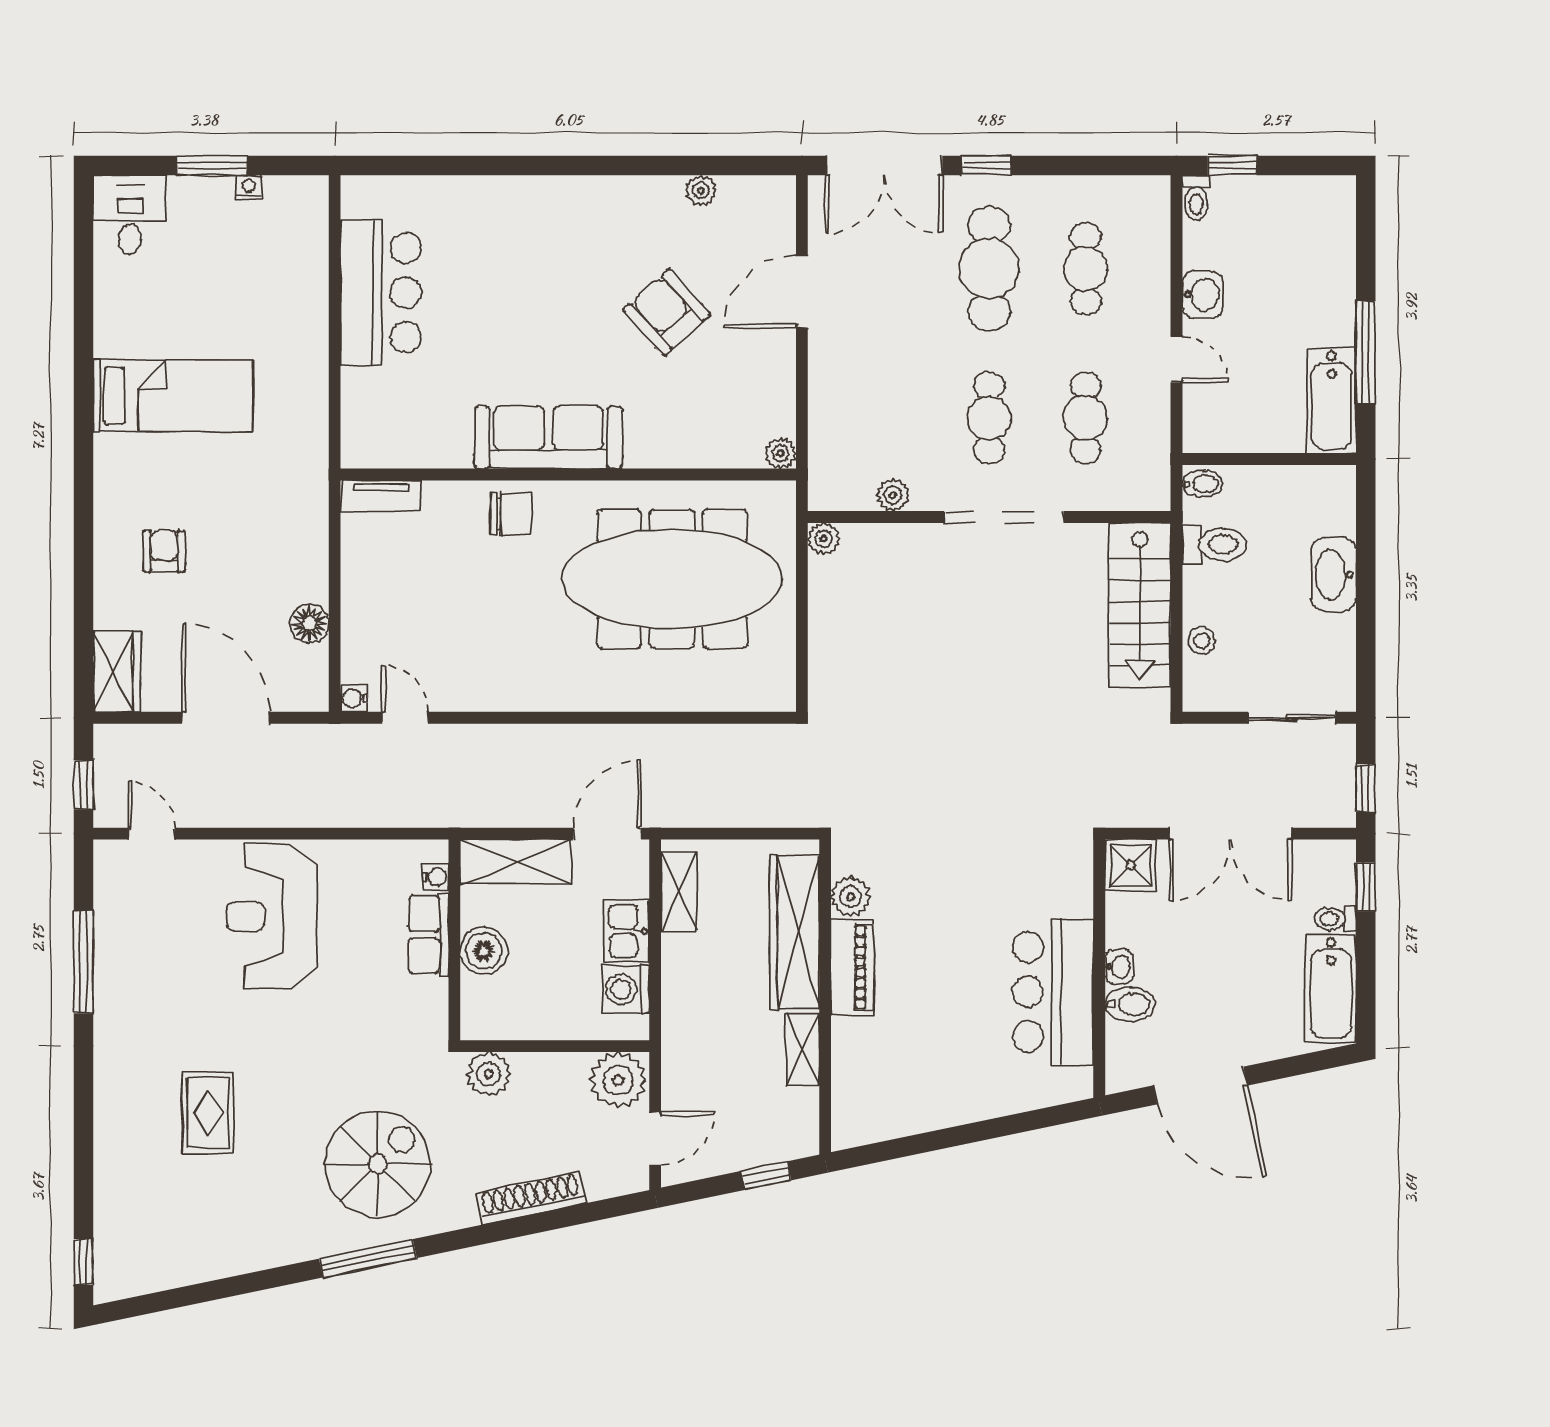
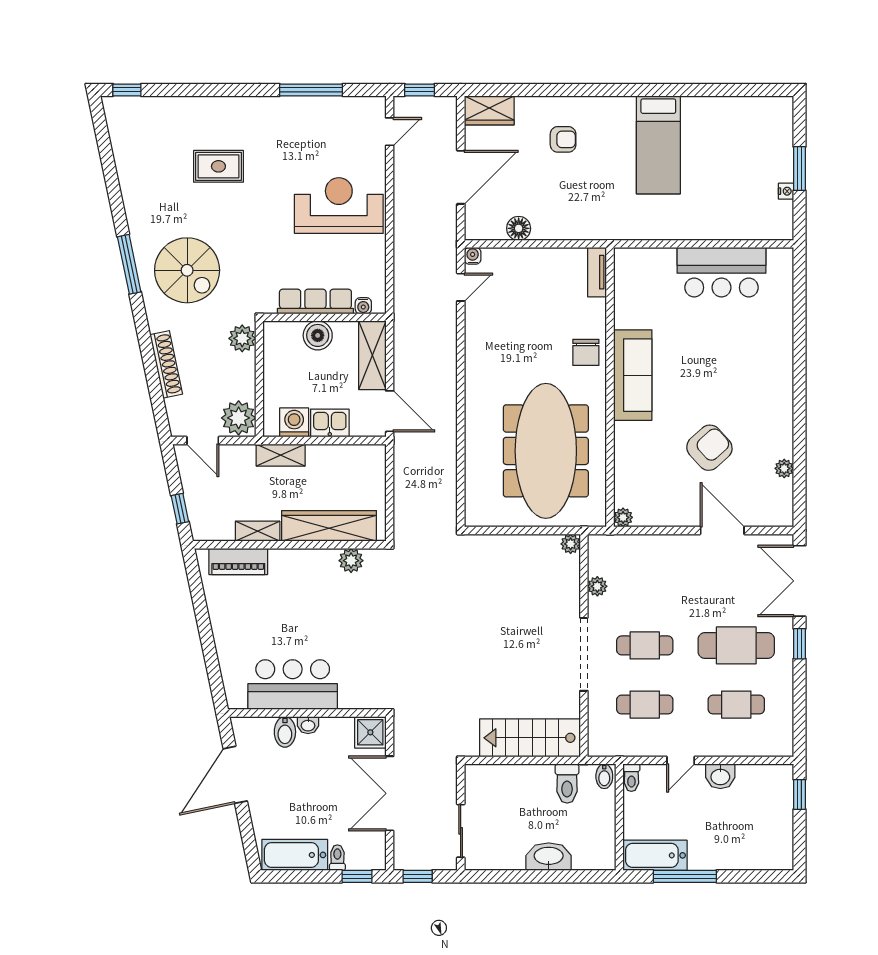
toilet: (1196, 198) -> (631, 778), moved, turned -90
desk: (130, 215) -> (769, 118), removed
stool: (1202, 641) -> (508, 776), removed
shelving: (679, 892) -> (281, 455), moved
row of seats: (429, 935) -> (315, 302), width x1.48
piano: (852, 967) -> (238, 561), moved

